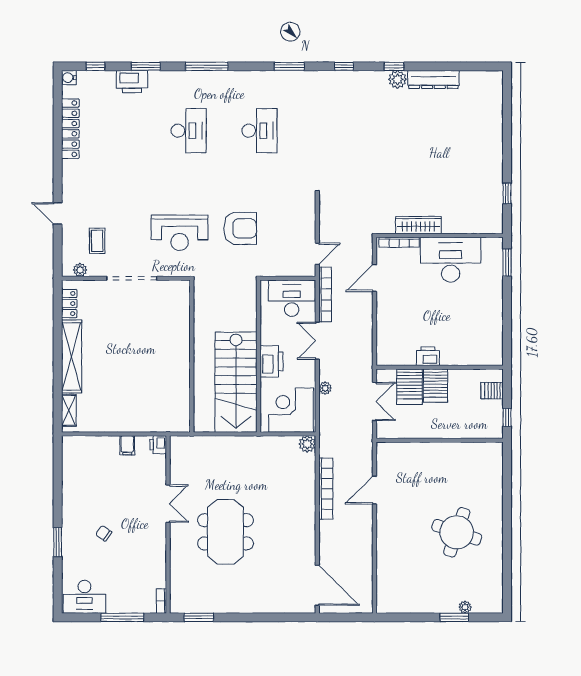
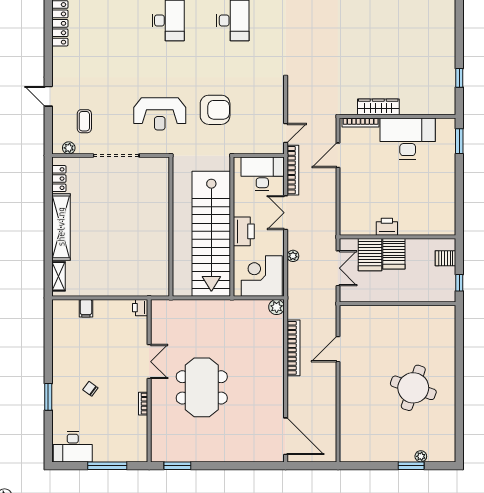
stairs: (236, 382) -> (211, 234), width x1.36
filing cabinet: (127, 445) -> (86, 308), moved
bookcase: (161, 601) -> (143, 404), moved

